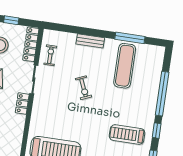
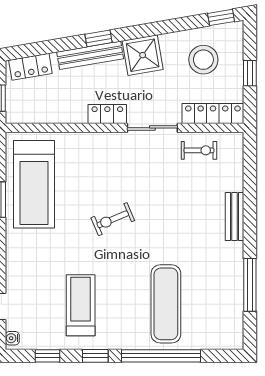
exercise mat: (125, 66) -> (166, 304), moved, turned 90
exercise bike: (84, 88) -> (113, 219), moved

